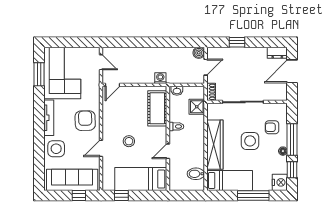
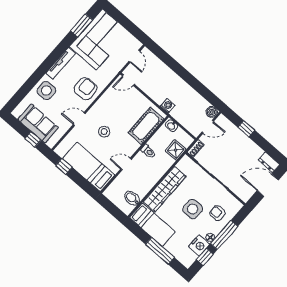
sofa: (72, 180) -> (38, 123), width x0.73
nightstand: (280, 182) -> (199, 245), moved

